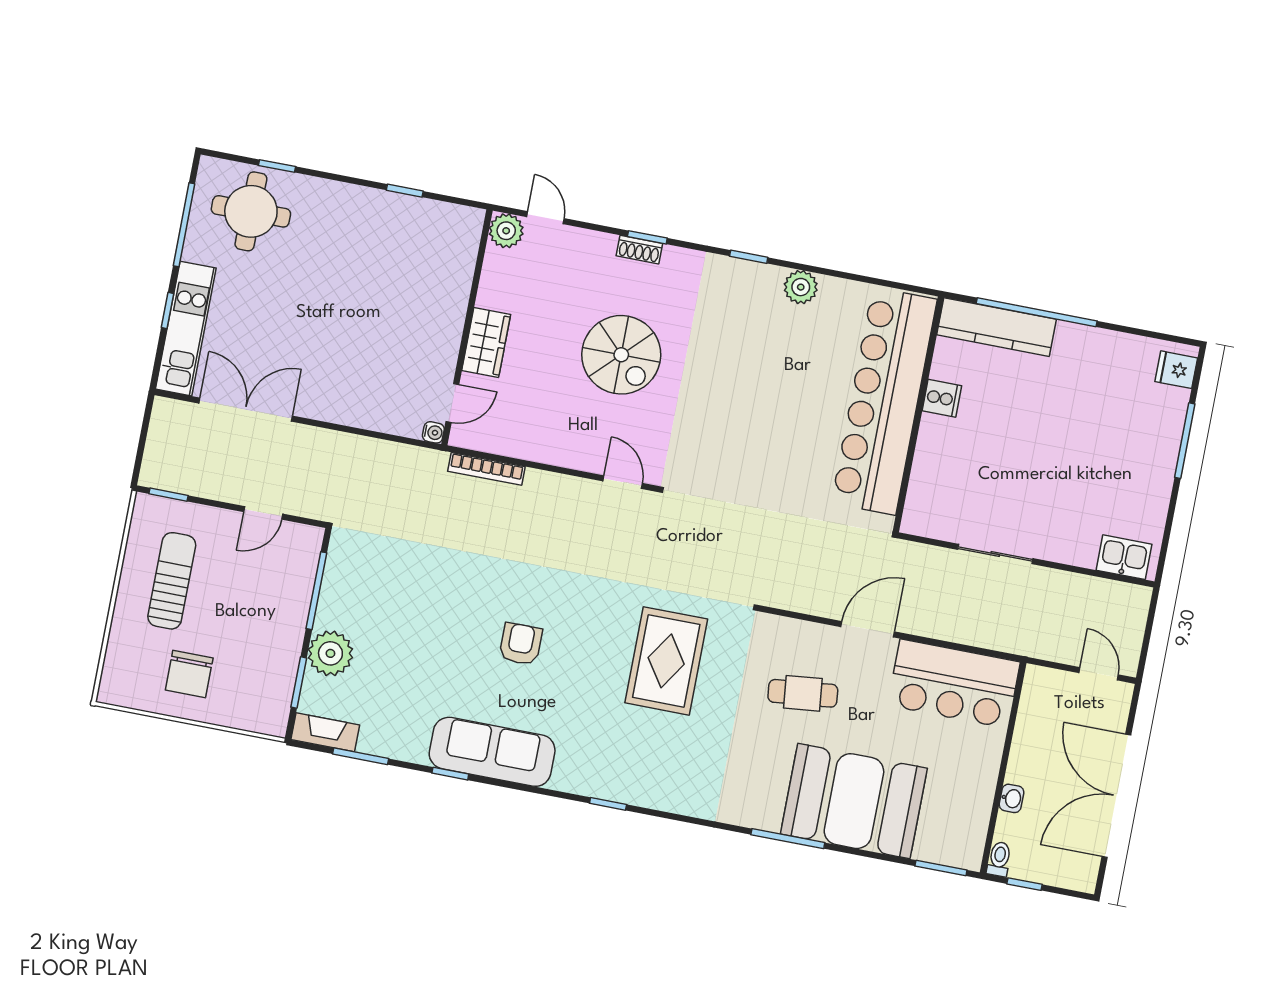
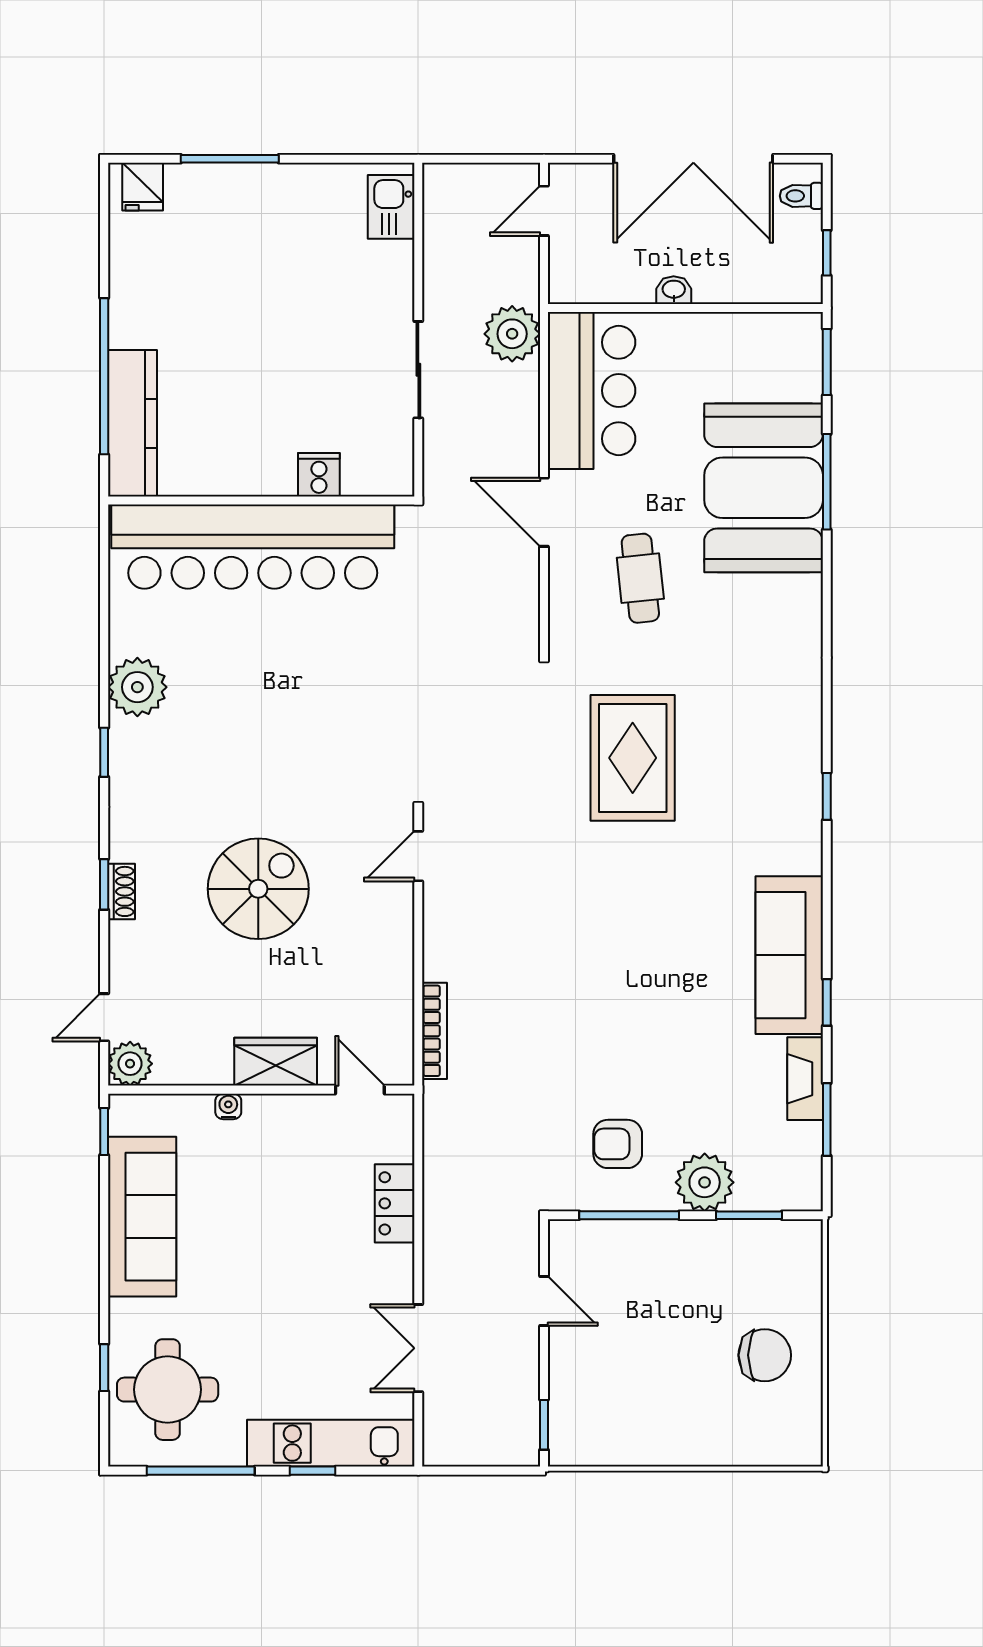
window: (405, 191) -> (104, 1132), moved
sofa: (387, 217) -> (142, 1217), added
plant: (801, 287) -> (137, 687), width x1.36, depth x1.36
cooker: (942, 398) -> (319, 475), moved
double door: (246, 410) -> (418, 1348), width x0.73
locker: (360, 413) -> (395, 1203), added
water cooler: (433, 432) -> (228, 1106), moved
sun lounger: (172, 581) -> (652, 1400), removed
plant: (1009, 631) -> (512, 334), added
armchair: (521, 644) -> (618, 1144), moved
rug: (666, 661) -> (633, 758), turned 90
fireplace: (325, 732) -> (805, 1079), moved
washbasin: (1012, 798) -> (674, 290), moved
window: (788, 839) -> (827, 482), moved
toilet: (999, 859) -> (801, 196), moved

